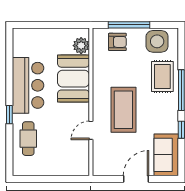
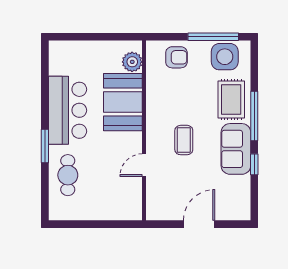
window: (129, 25) -> (213, 37), moved
coffee table: (123, 110) -> (184, 140), width x0.54, depth x0.58
window: (9, 115) -> (45, 146), width x1.50
sofa: (166, 155) -> (236, 149), moved

